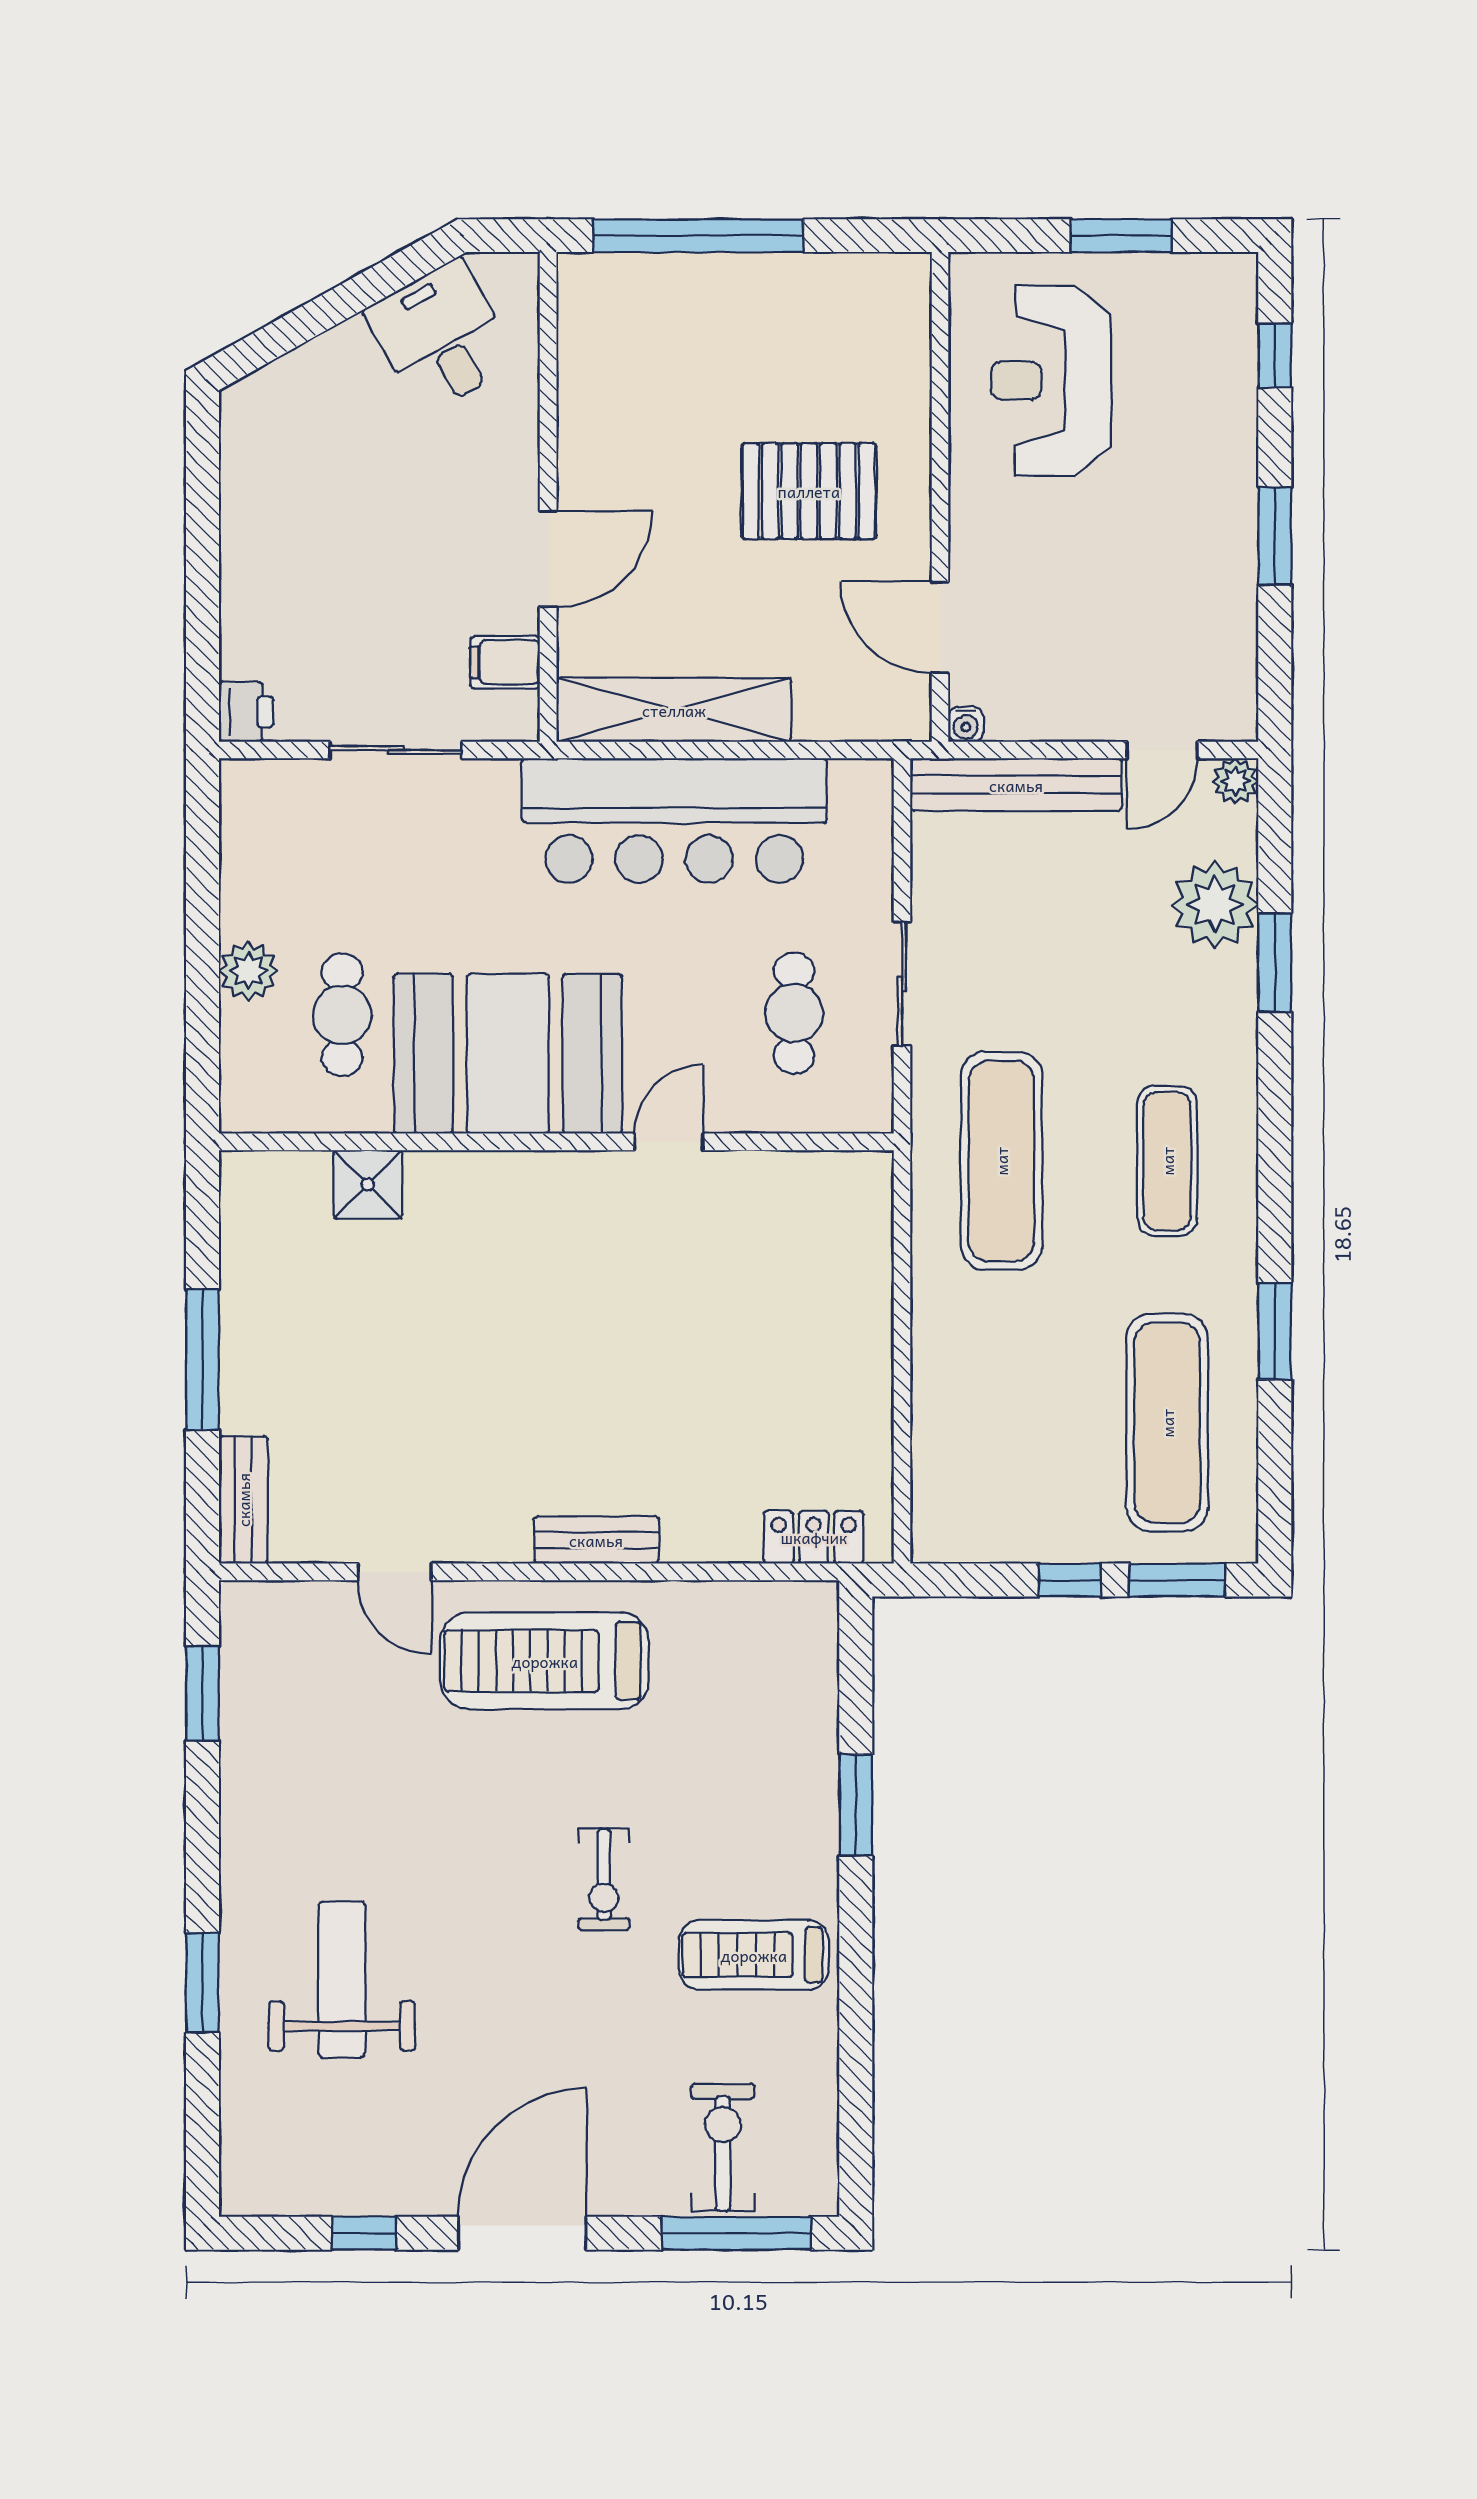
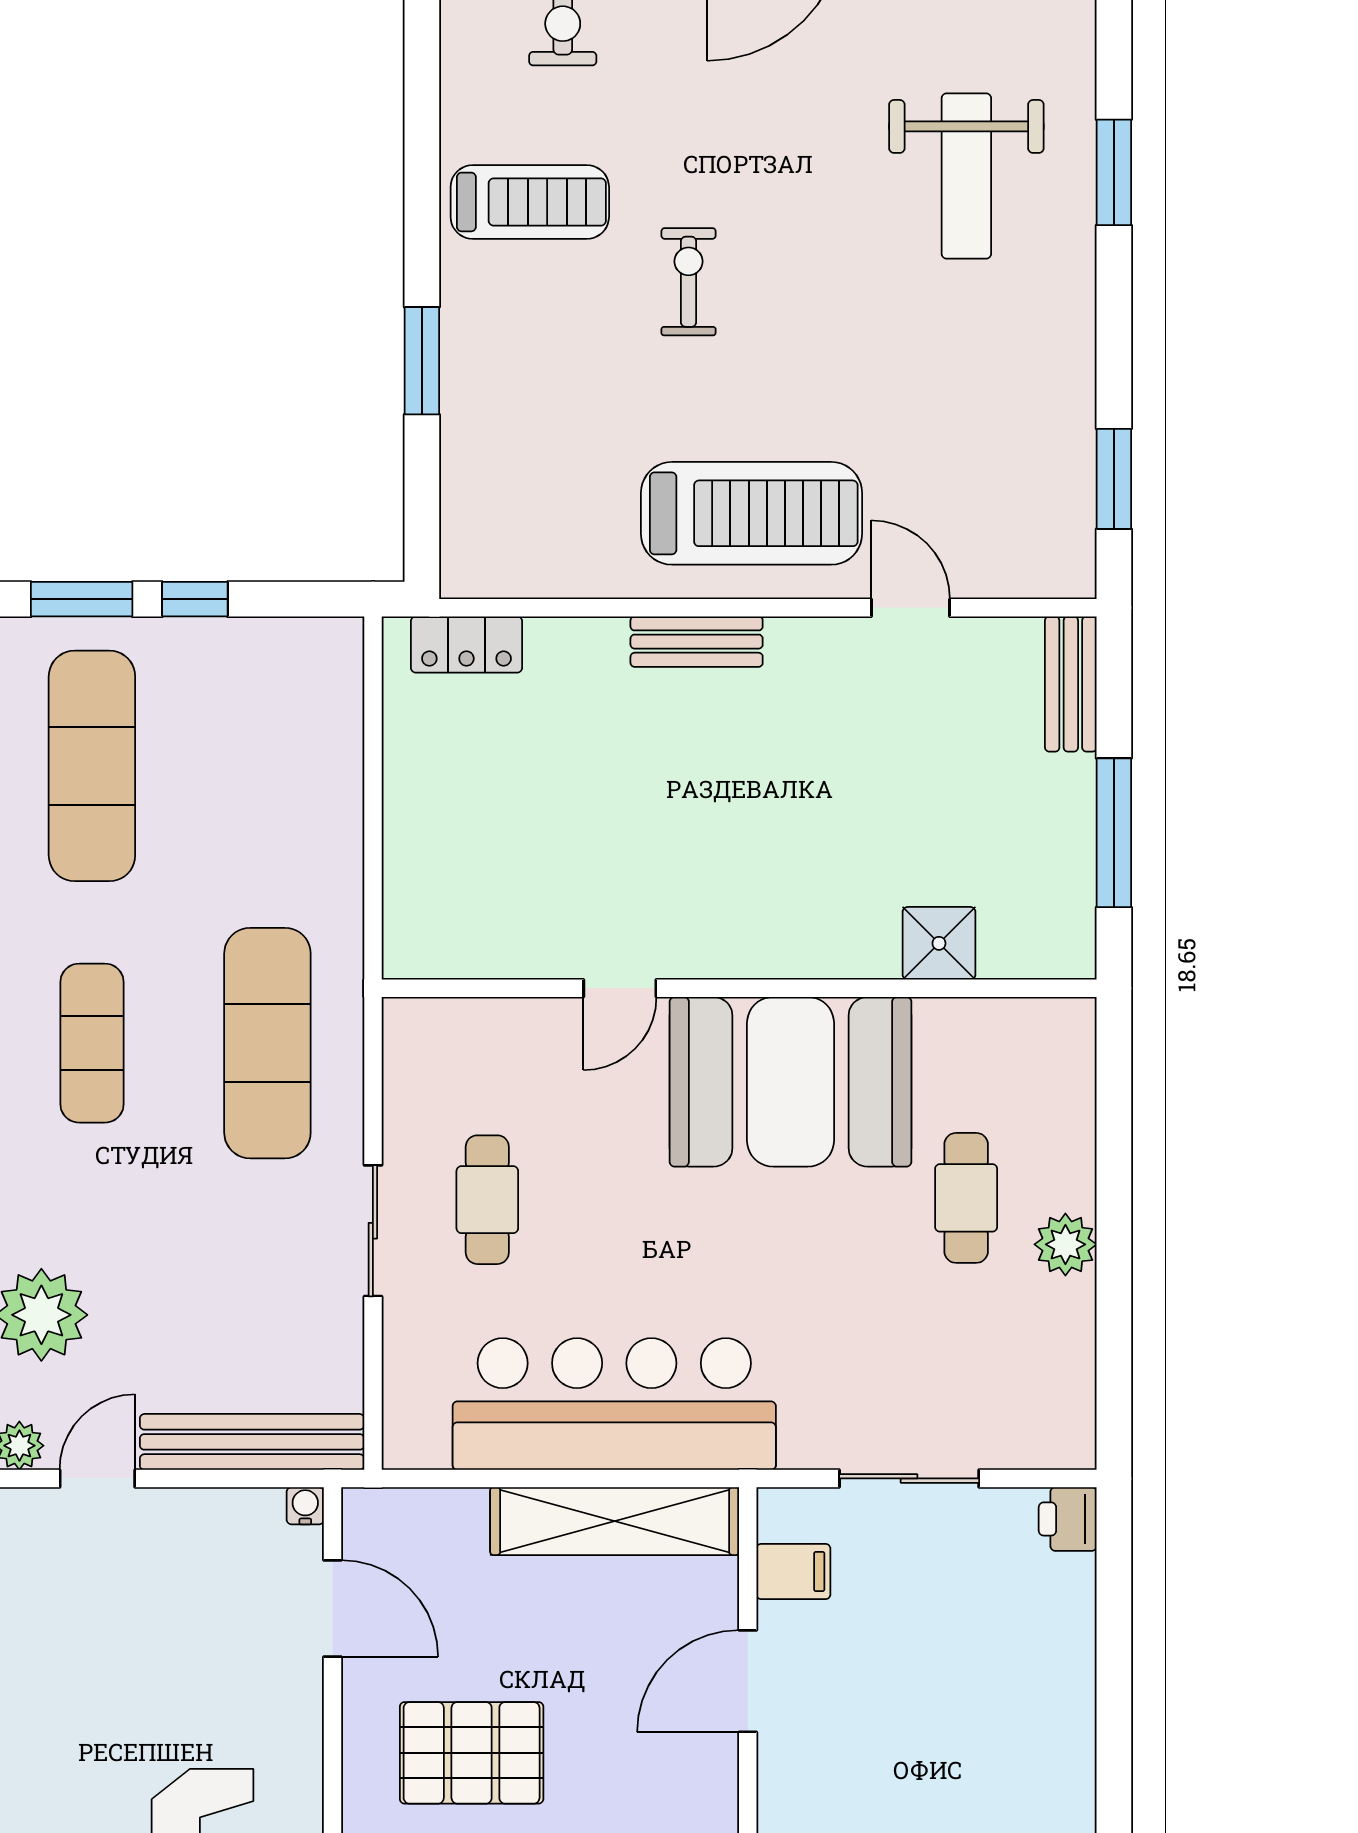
booth: (508, 1054) -> (791, 1082), moved
wall: (556, 1142) -> (739, 988), moved
door: (669, 1142) -> (620, 988), moved
shower: (368, 1184) -> (939, 943), moved

